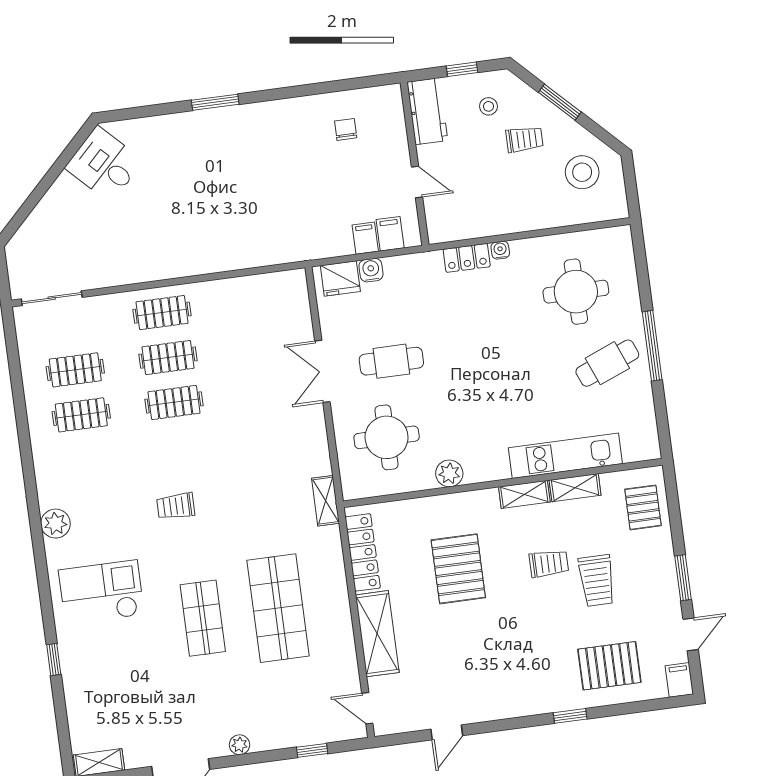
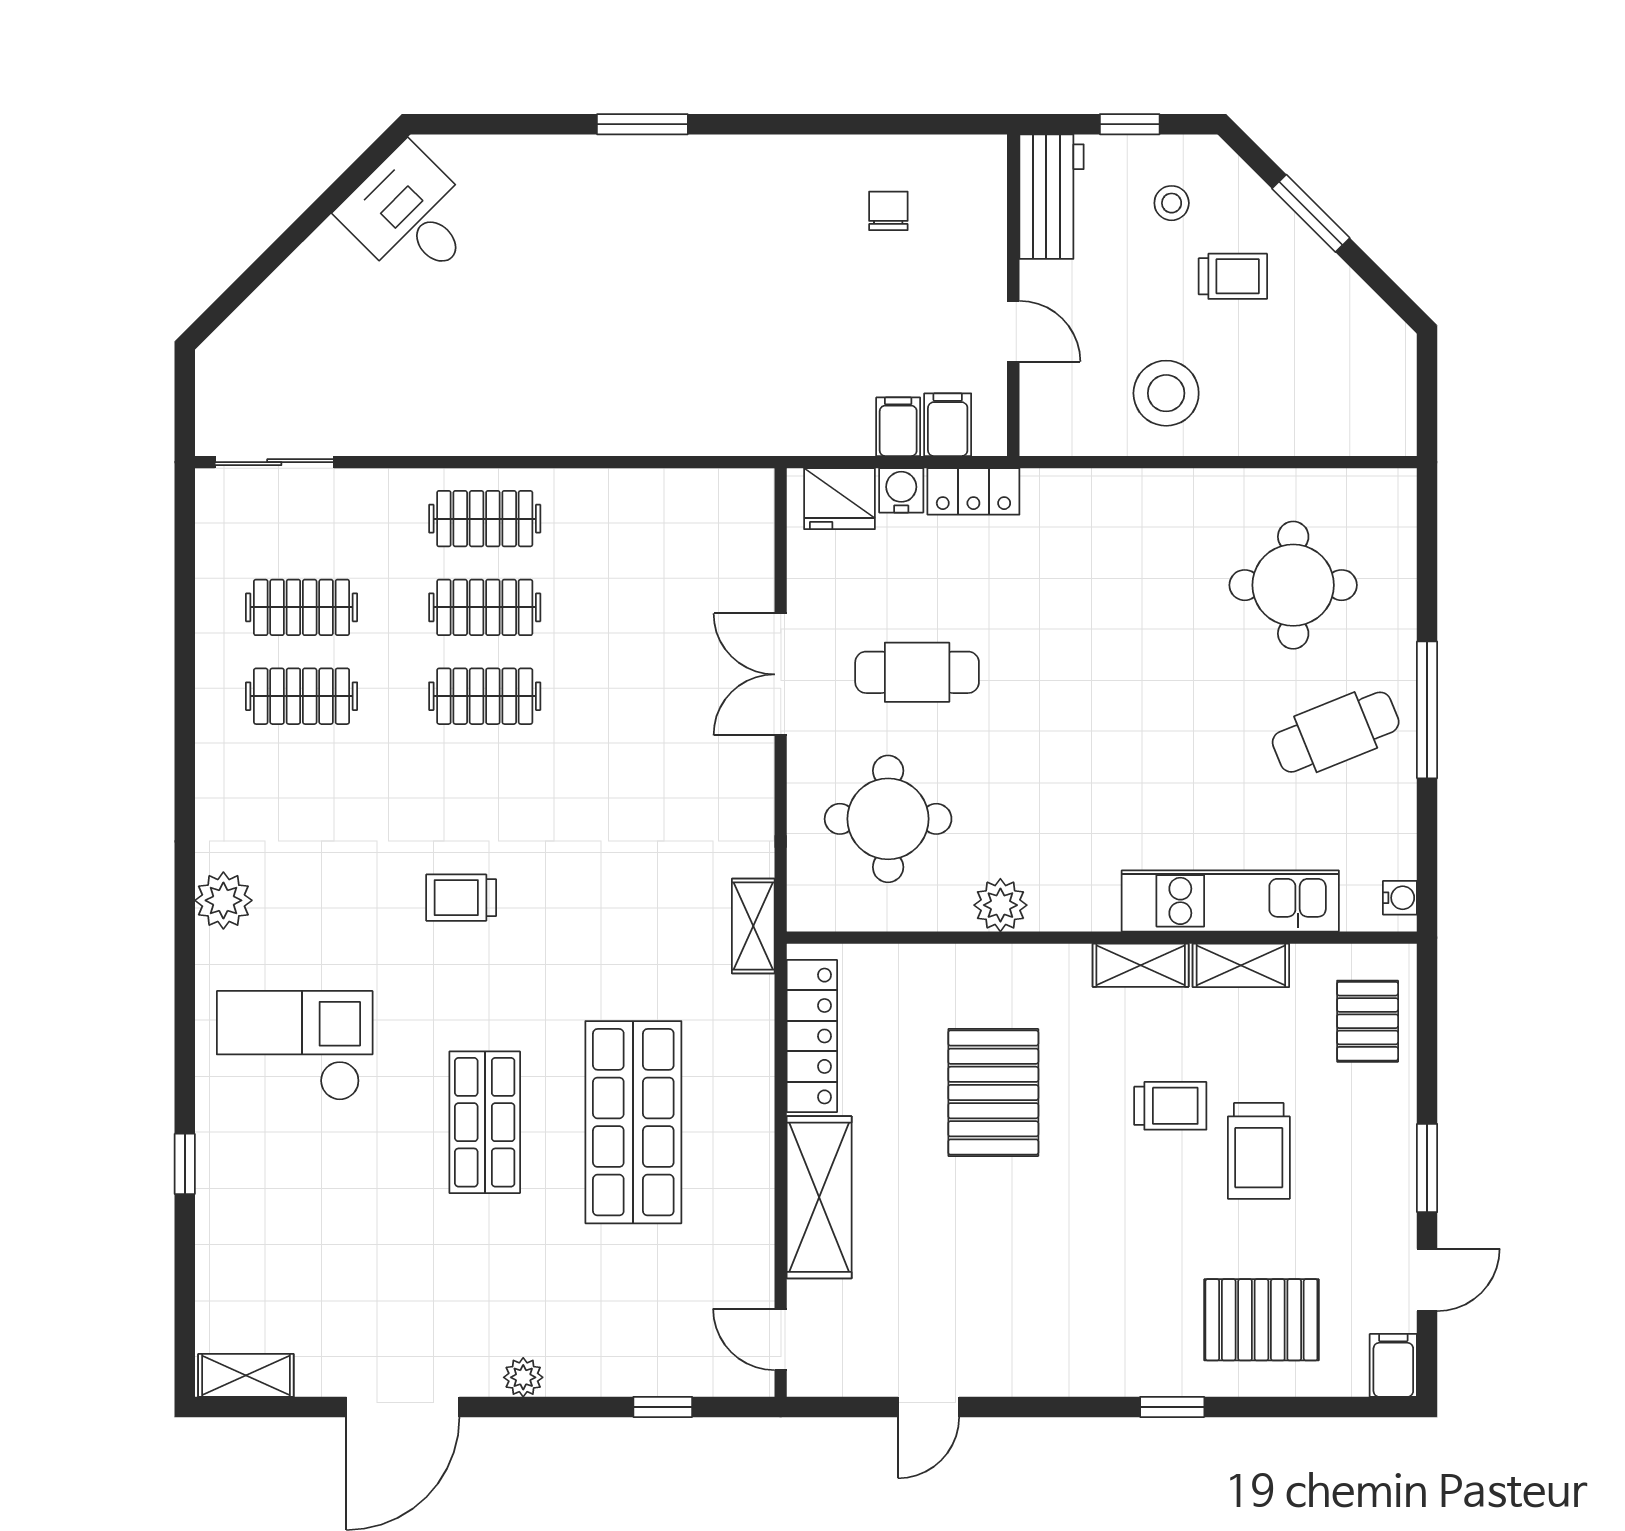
stool: (582, 172) -> (1166, 393), moved
water cooler: (500, 250) -> (1400, 898), moved, turned 90
locker: (467, 258) -> (973, 491), moved

